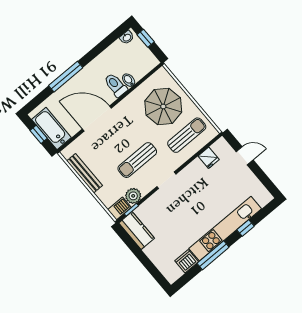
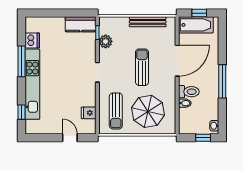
window: (66, 77) -> (222, 81), moved
door: (245, 156) -> (70, 138), swing flipped
sun lounger: (137, 160) -> (142, 67), moved
barbecue: (119, 209) -> (105, 25), removed
window: (245, 228) -> (21, 112), moved

